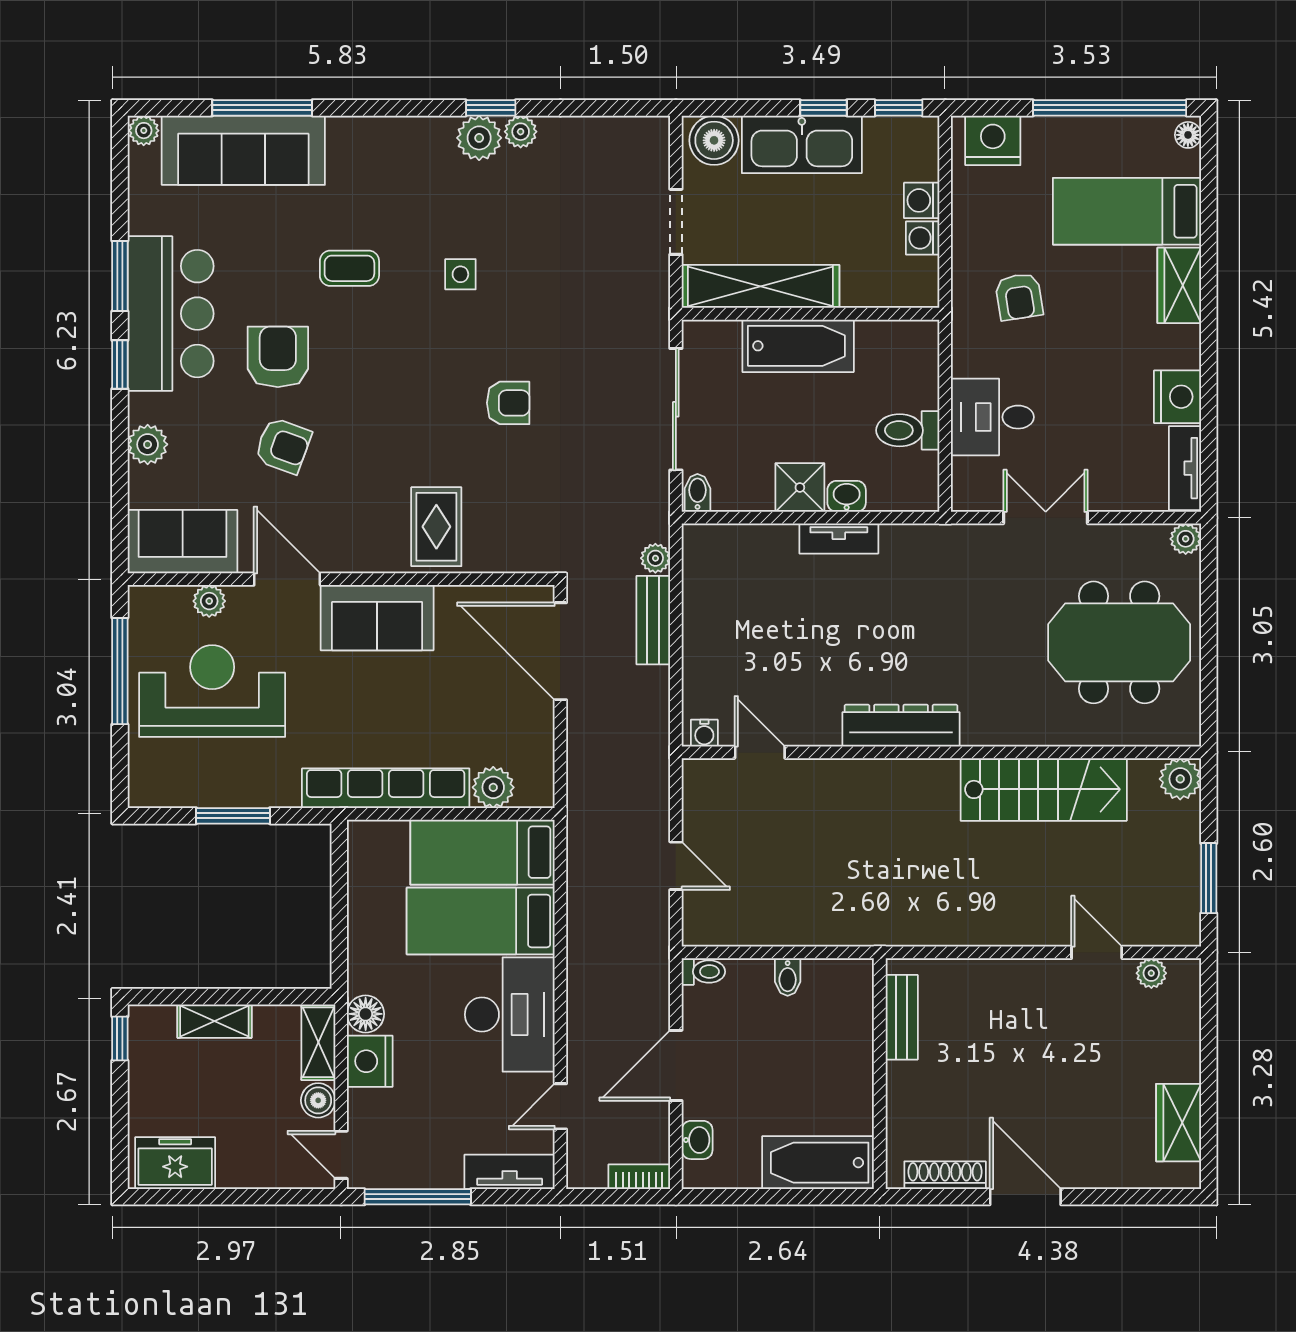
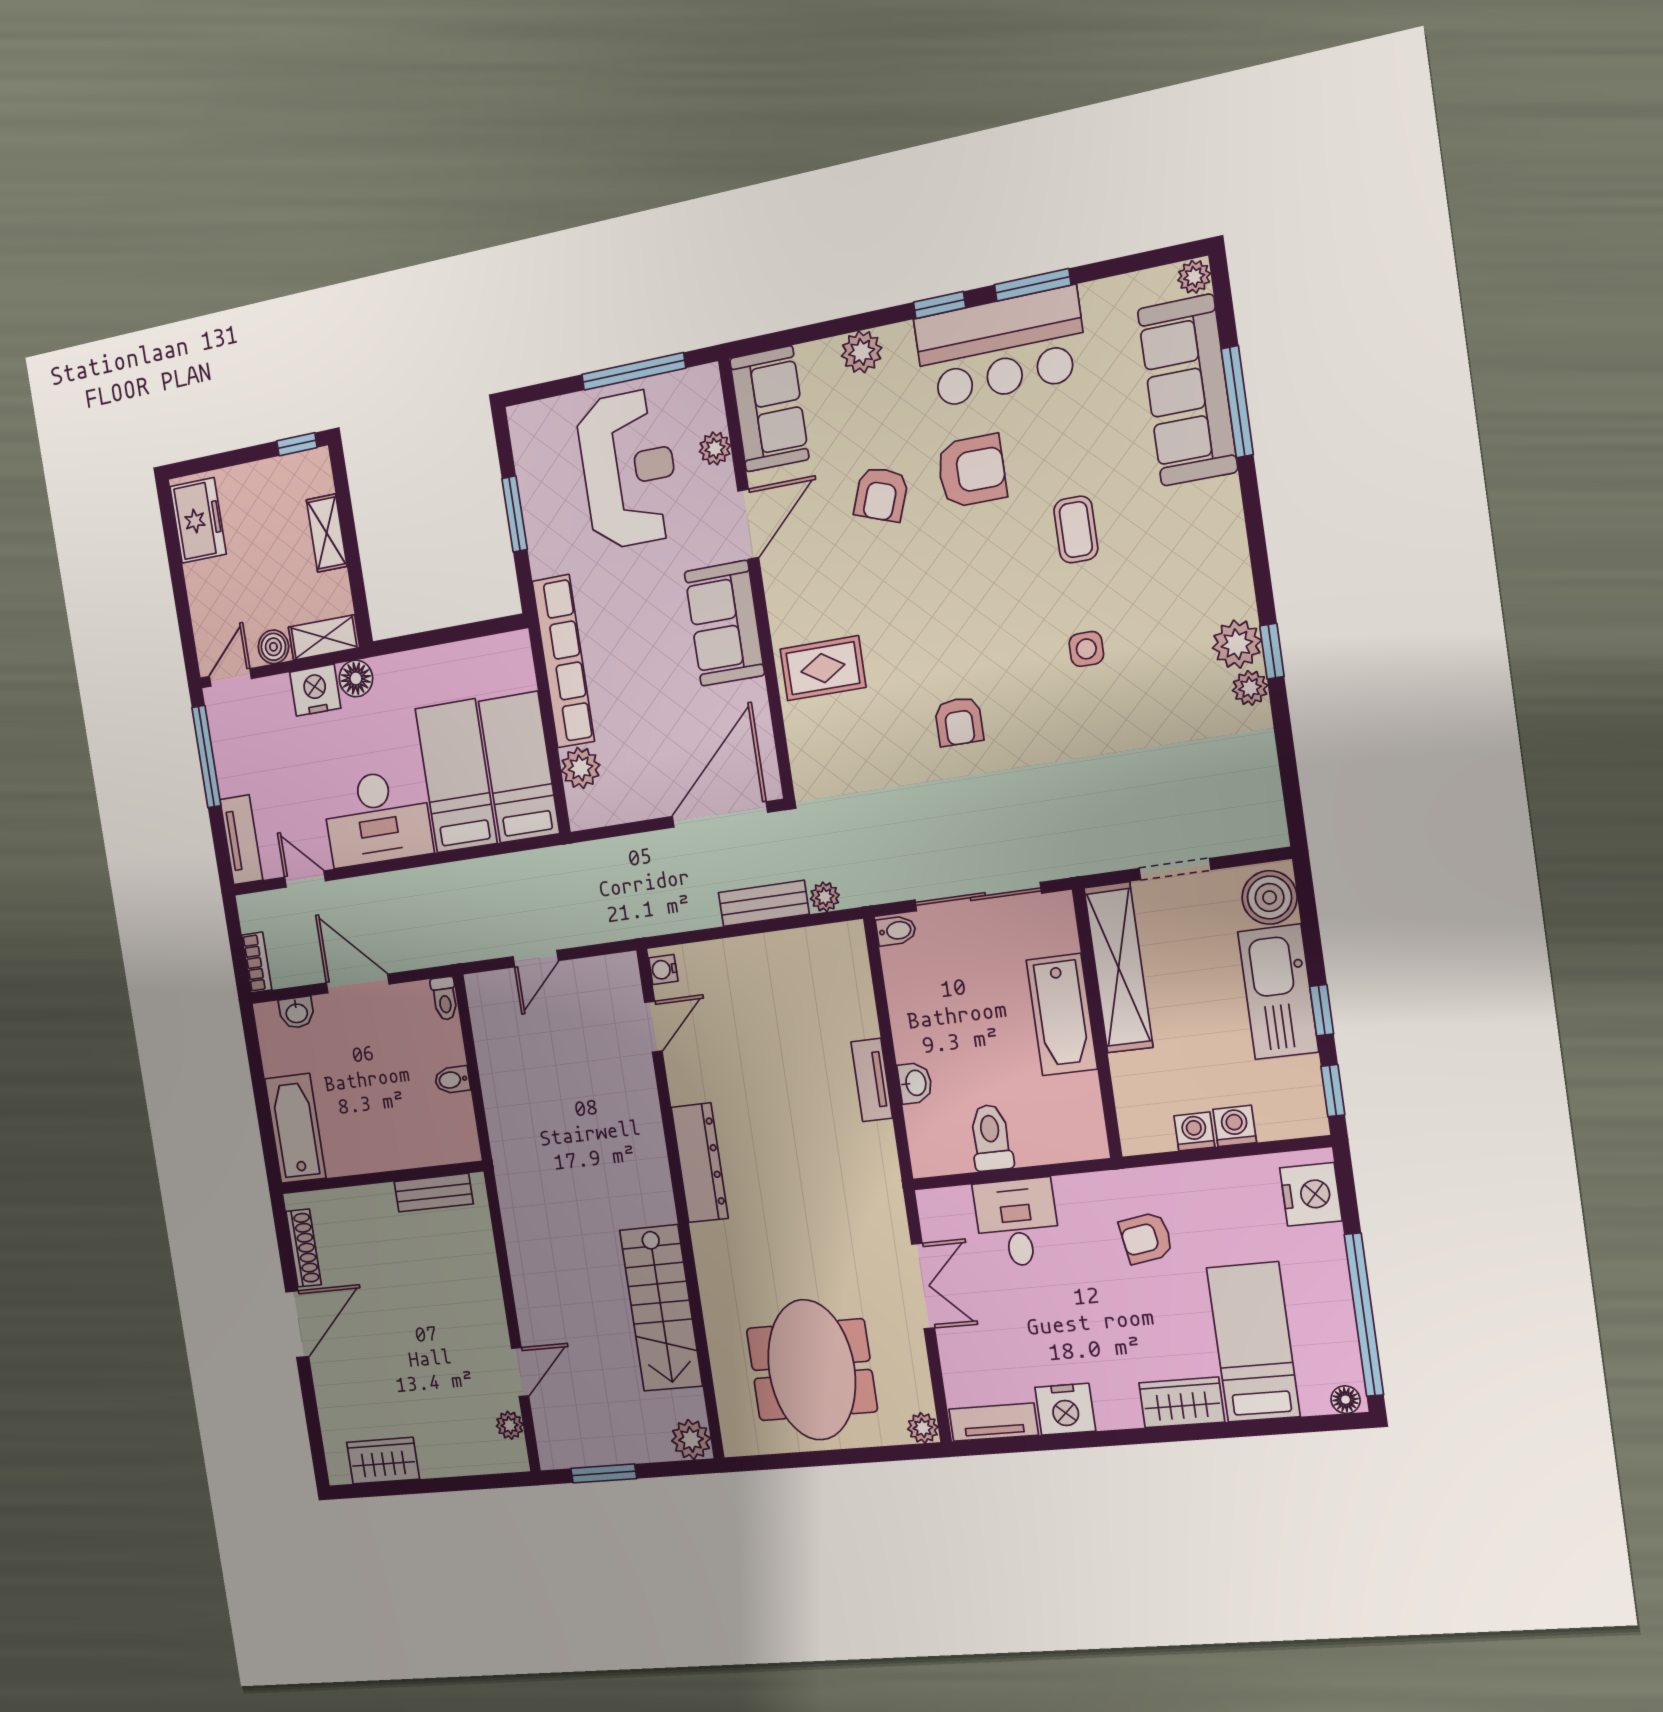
shower: (800, 487) -> (917, 1034), removed

